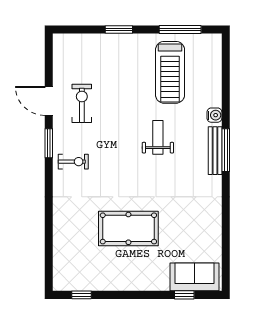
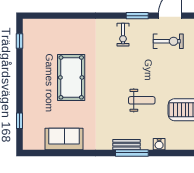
bench: (215, 151) -> (127, 145), width x0.73
sofa: (194, 277) -> (64, 139), moved, turned -90

